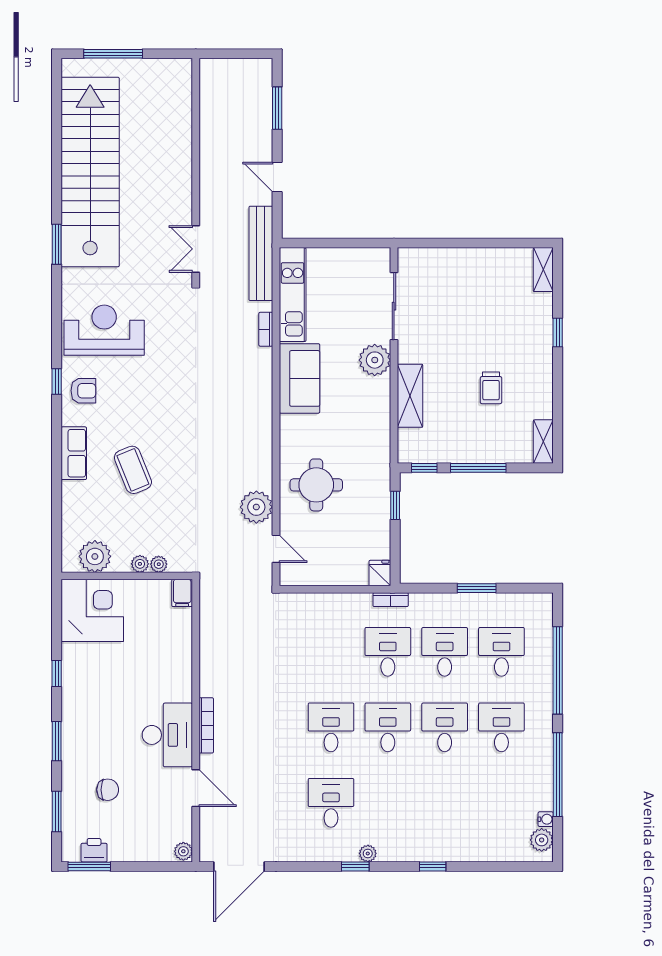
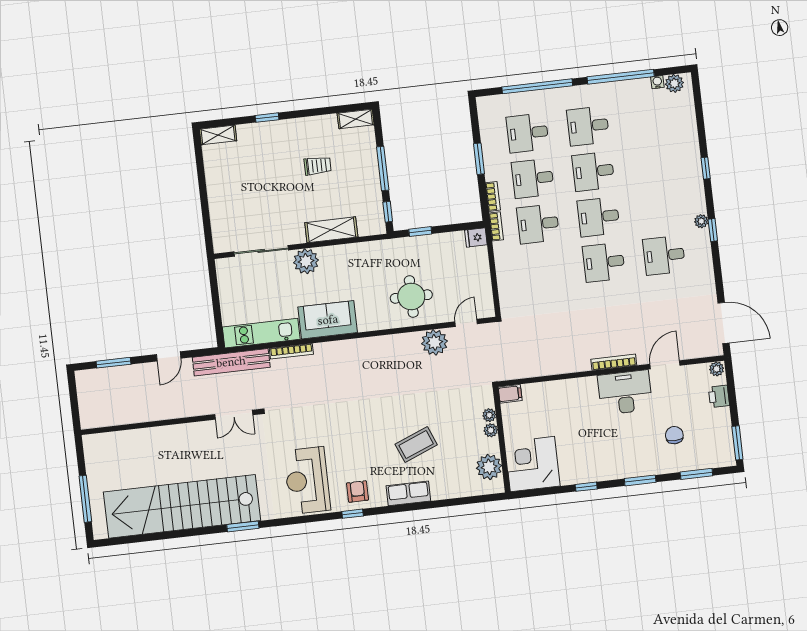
bookcase: (266, 329) -> (291, 351), width x1.56
bookcase: (428, 600) -> (493, 196), added
printer: (94, 850) -> (719, 396), moved

